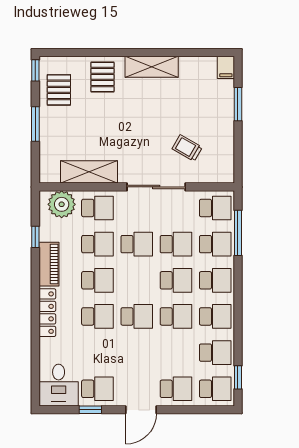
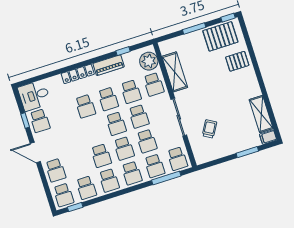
shelving: (152, 67) -> (261, 114), moved
pallet: (59, 90) -> (220, 36), width x1.50, depth x1.42
school desk: (137, 316) -> (116, 124), moved

